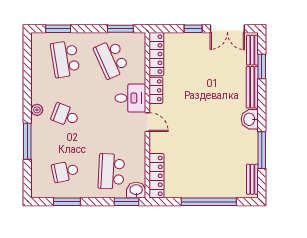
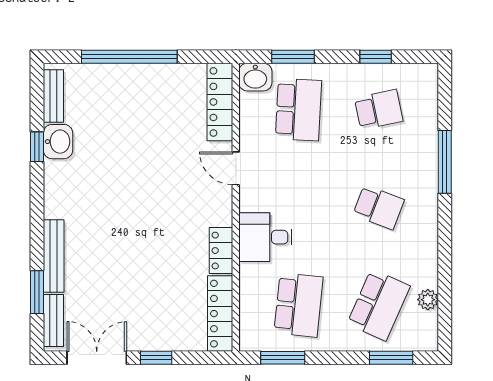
school desk: (65, 59) -> (379, 305), turned 33
school desk: (111, 59) -> (299, 305), turned 30
plant: (37, 110) -> (428, 300), moved
washbasin: (250, 119) -> (58, 142), moved
door: (147, 122) -> (236, 168), moved
window: (262, 150) -> (37, 147), width x0.46
window: (67, 202) -> (376, 57), width x0.67
window: (126, 202) -> (293, 57), moved

